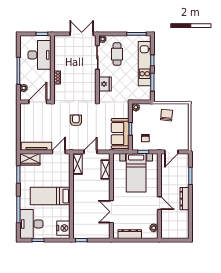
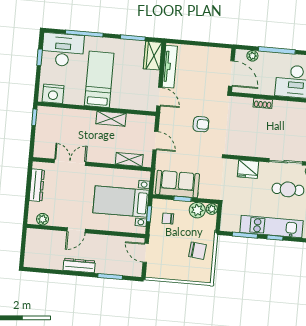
plant: (138, 118) -> (197, 210), added
shelving: (78, 164) -> (111, 119), moved

